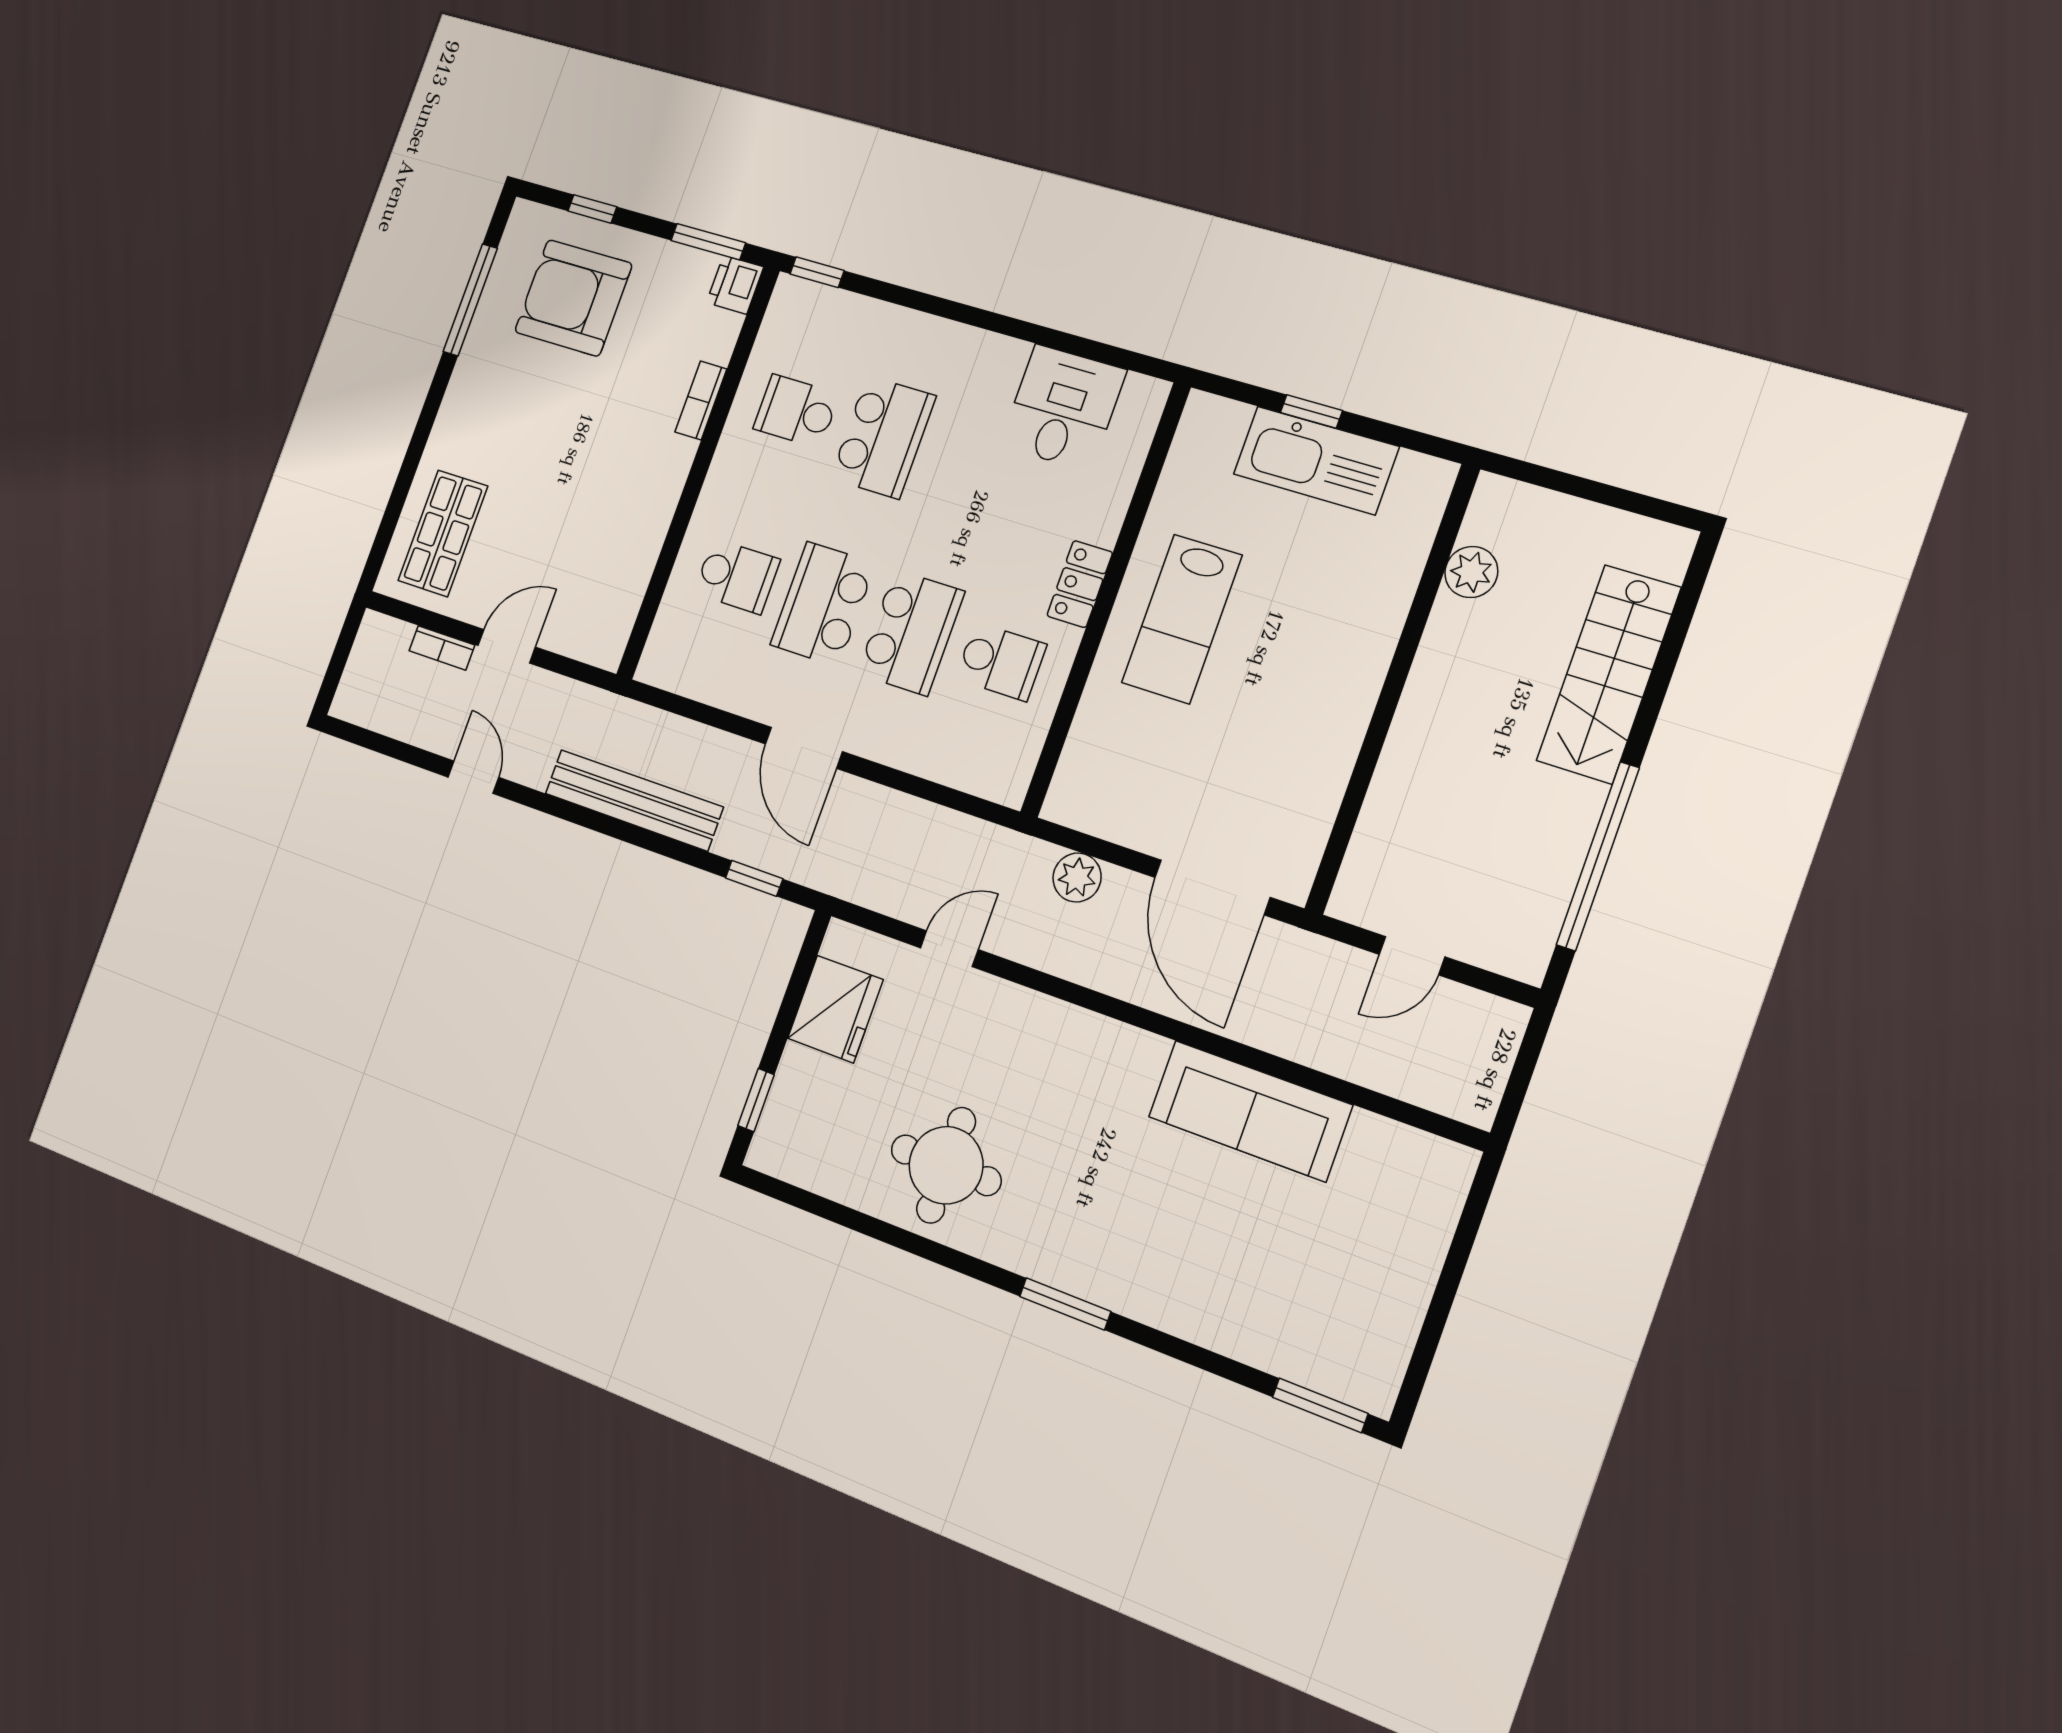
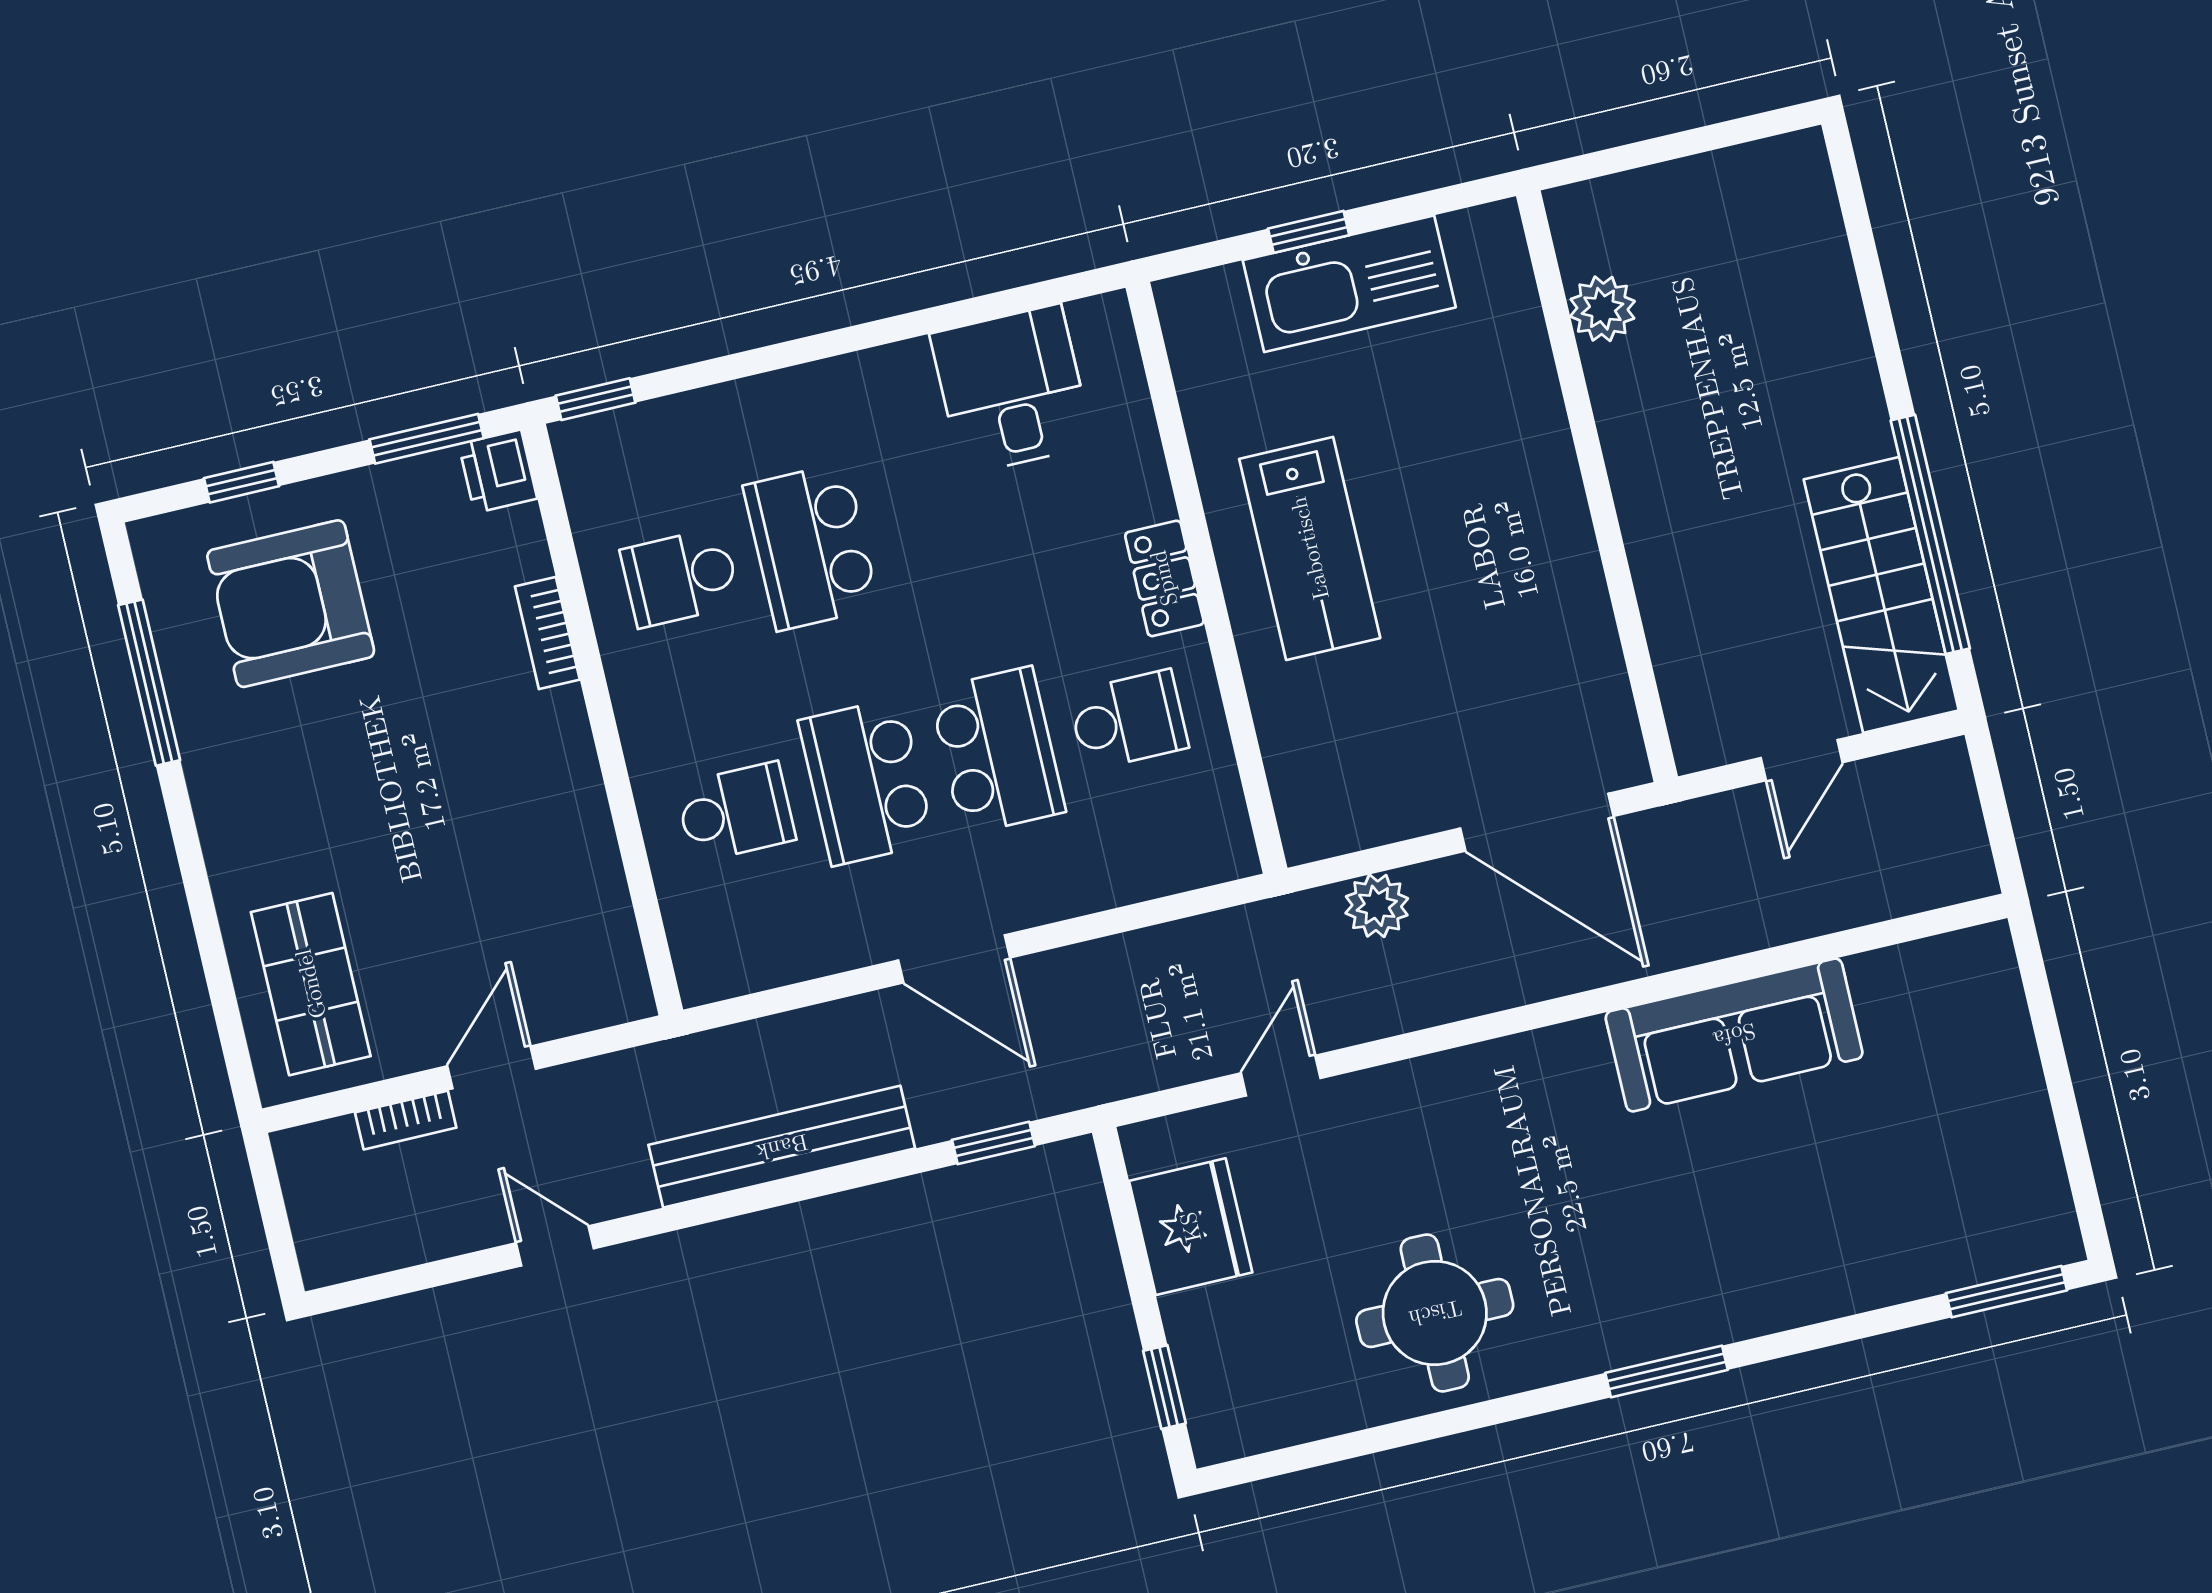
school desk: (883, 437) -> (811, 547), turned 180
stairs: (1609, 674) -> (1881, 595), moved

